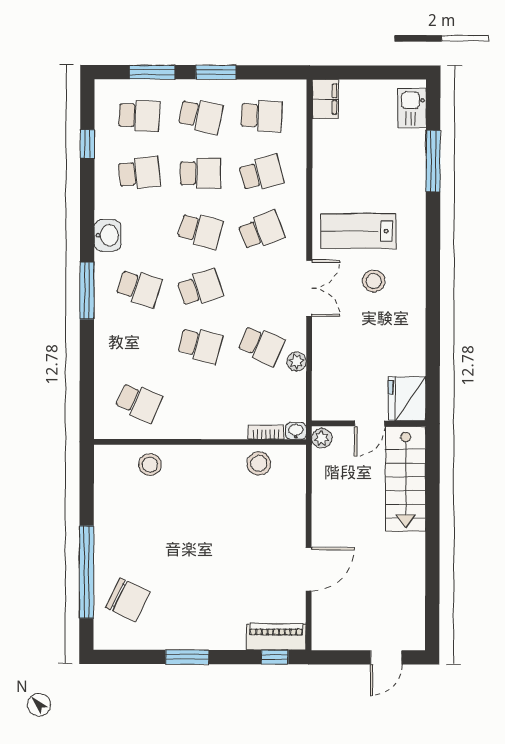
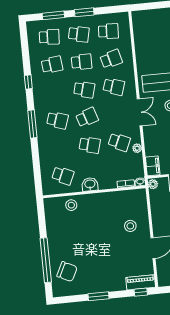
filing cabinet: (325, 99) -> (153, 166), moved
window: (87, 144) -> (28, 82), moved
school desk: (261, 231) -> (114, 87), turned 39
washbasin: (108, 235) -> (90, 184), moved, turned -90
stool: (259, 463) -> (130, 226), moved

